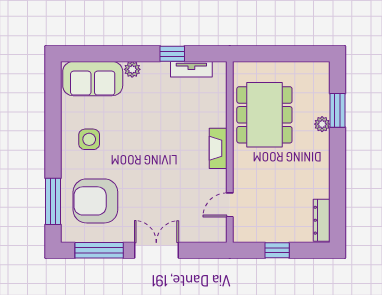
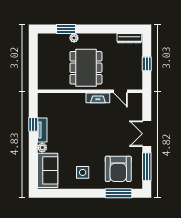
tv unit: (191, 69) -> (42, 130), moved
dining table: (264, 115) -> (86, 68), moved, turned 90
fireplace: (218, 148) -> (98, 98), moved

